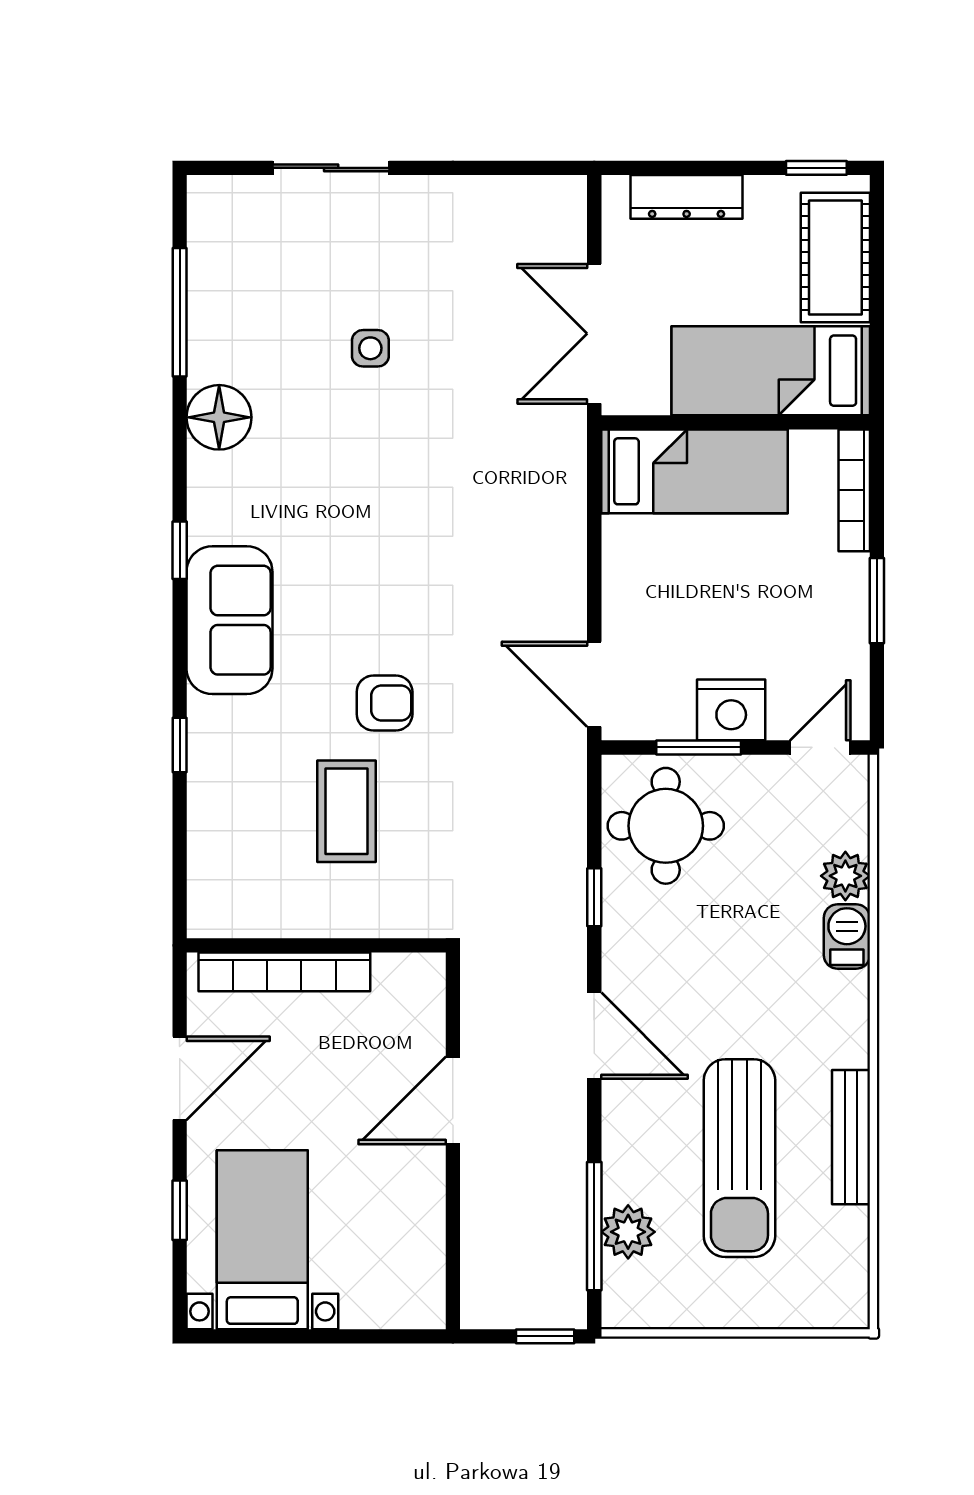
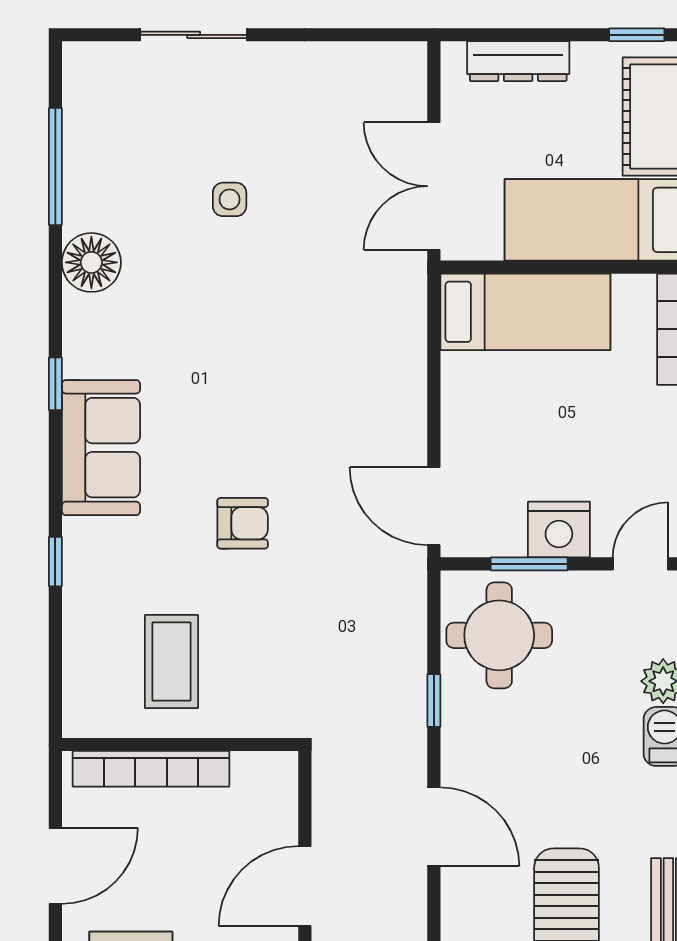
coffee table: (346, 811) -> (171, 661), moved

